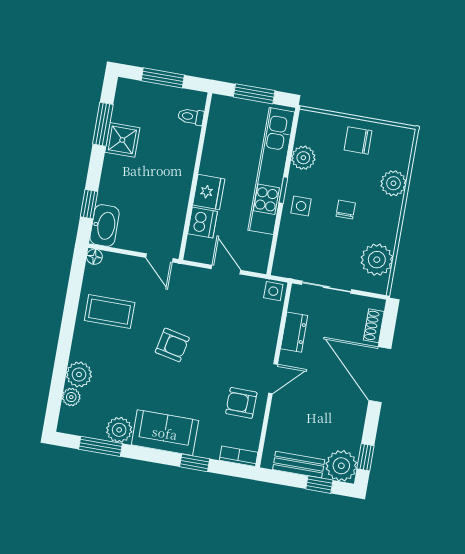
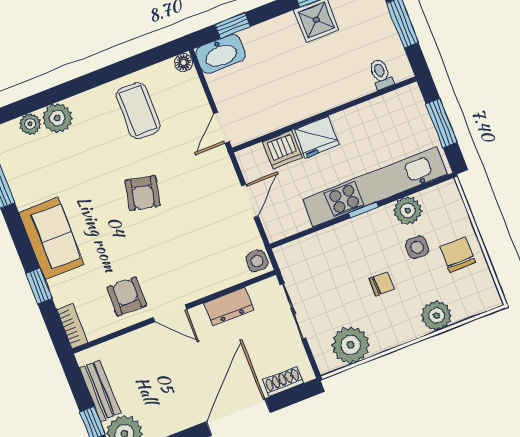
side table: (301, 206) -> (417, 247), moved
plant: (119, 430) -> (26, 191), removed

